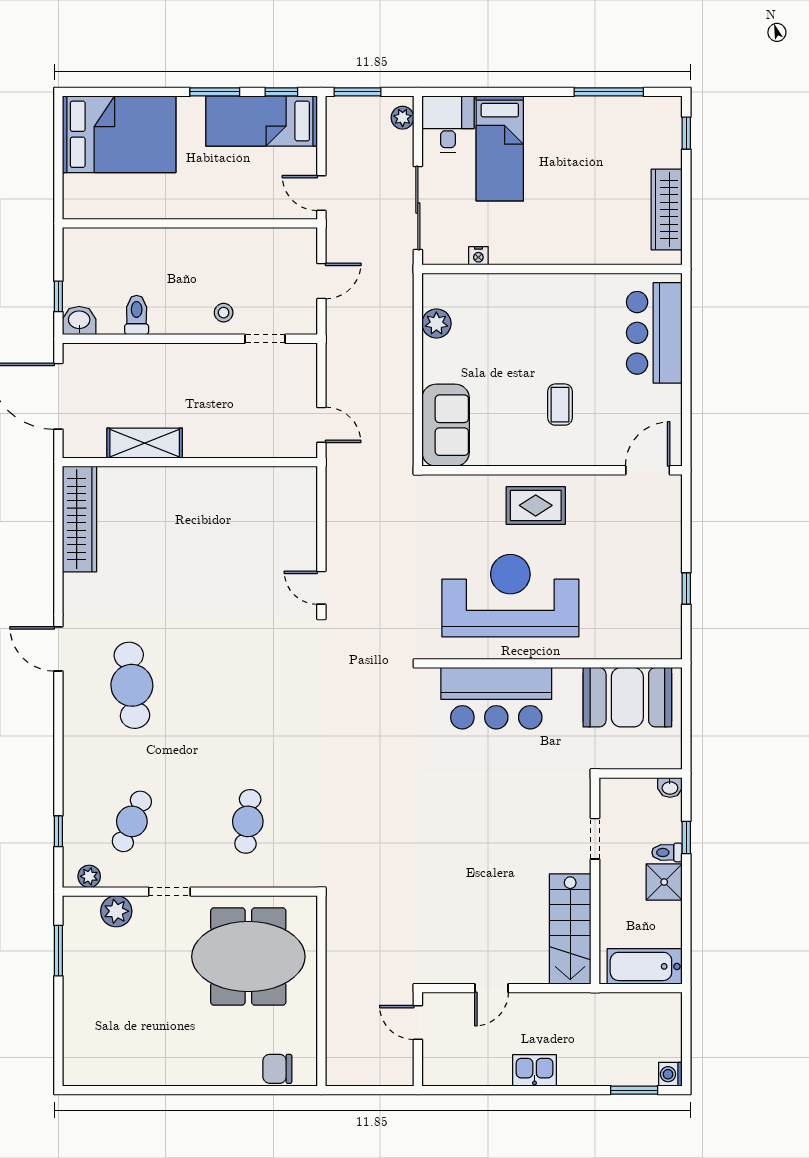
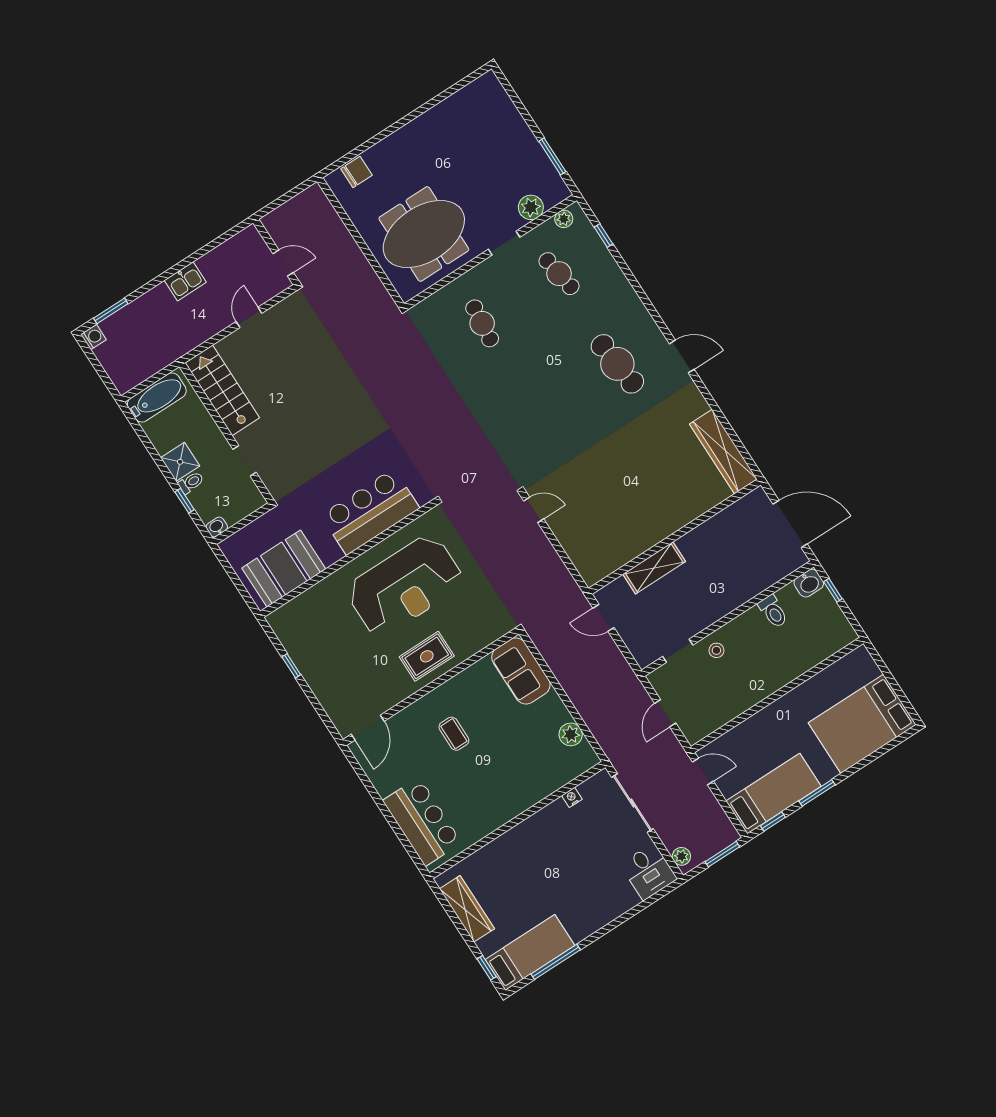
bed: (500, 148) -> (530, 953), moved, turned 90
shelving: (145, 443) -> (654, 568), moved
cafe table: (132, 821) -> (559, 274), turned -33

